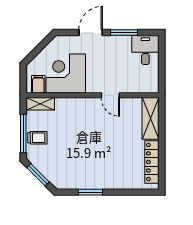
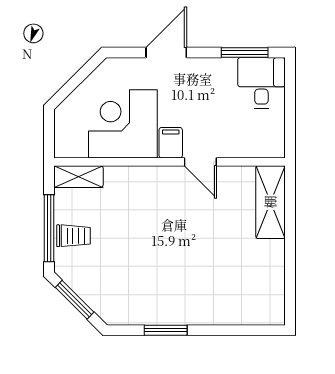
window: (124, 32) -> (245, 53), moved
filing cabinet: (38, 84) -> (171, 143), moved
locker: (152, 162) -> (273, 278), removed

